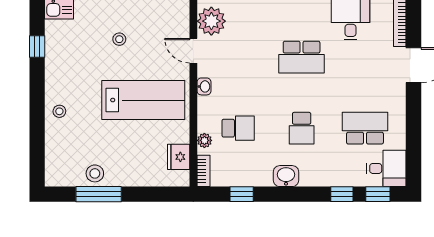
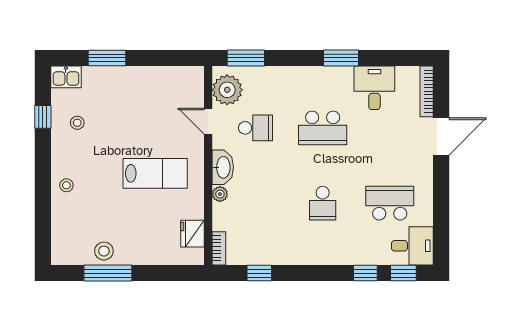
stool: (119, 39) -> (77, 123), moved
washbasin: (204, 86) -> (223, 167), width x1.91, depth x1.45
lab bench: (143, 100) -> (155, 173), width x0.73, depth x0.72
school desk: (238, 128) -> (256, 128), moved
plant: (204, 140) -> (220, 194), moved
washbasin: (286, 176) -> (306, 254), removed

